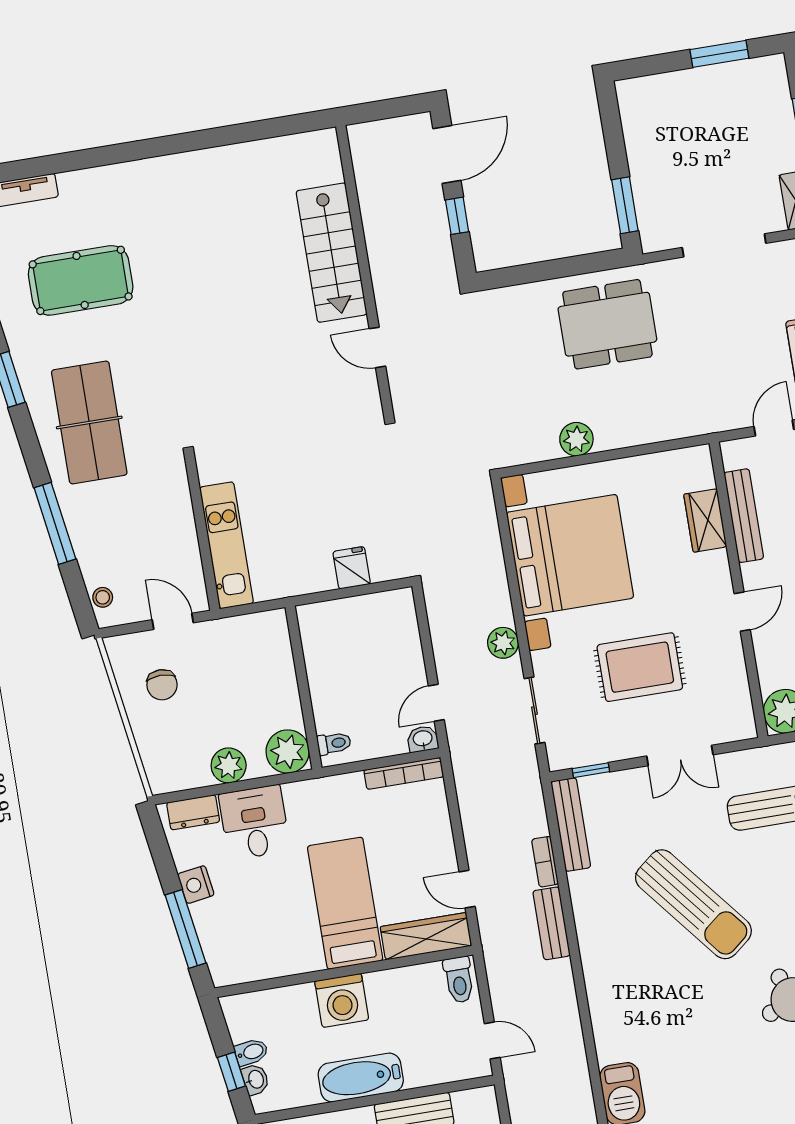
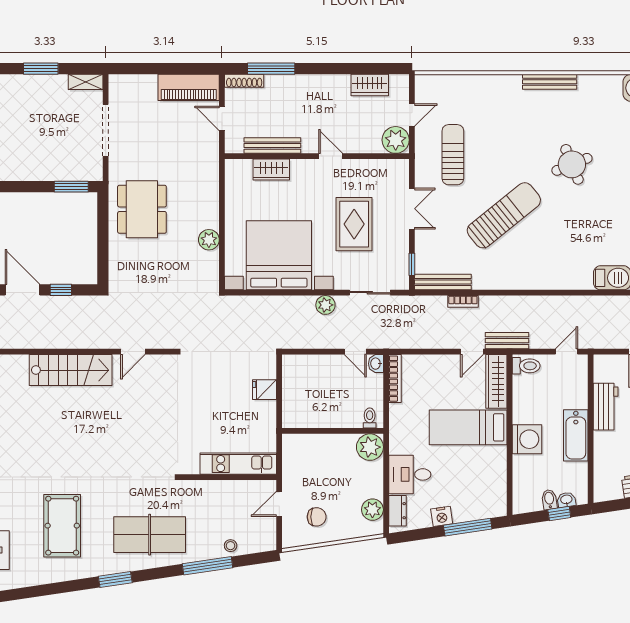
stool: (103, 597) -> (231, 546), moved
plant: (229, 765) -> (372, 510), moved
bench: (552, 923) -> (507, 341), moved

